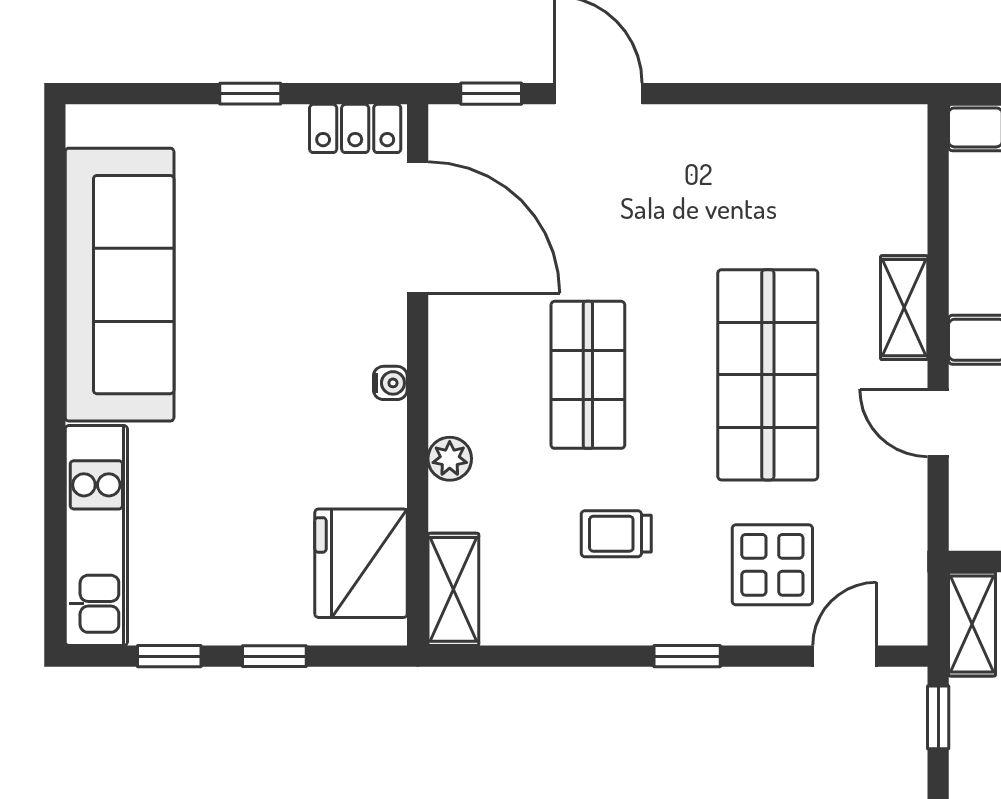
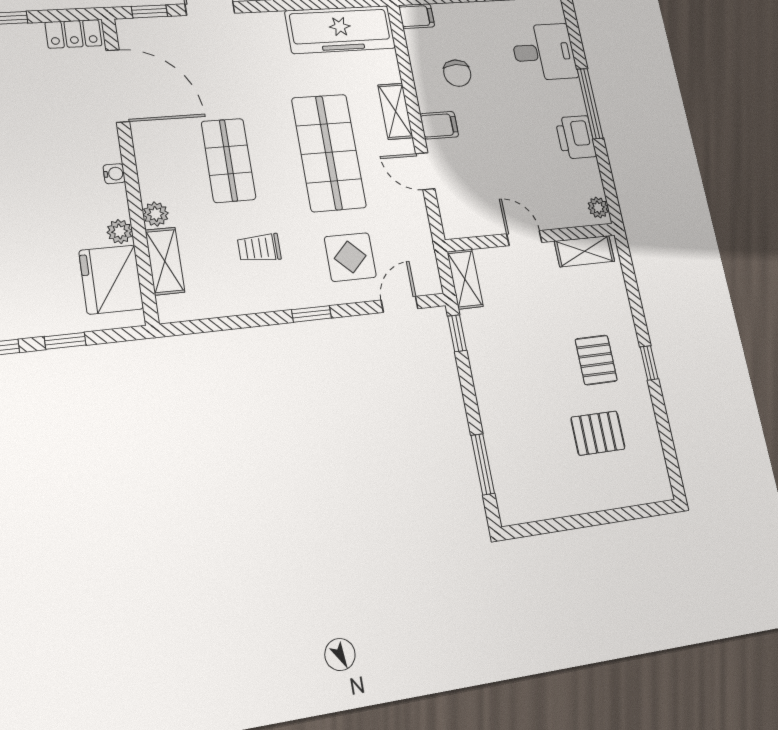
freezer: (830, 146) -> (340, 29), added
plant: (386, 483) -> (120, 232), added
shelving: (453, 589) -> (165, 261), moved

